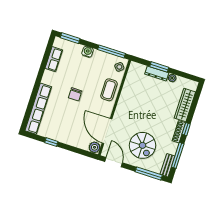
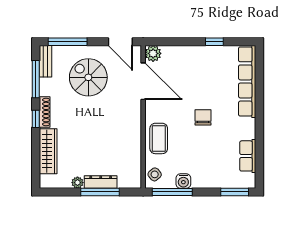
water cooler: (88, 52) -> (183, 181), moved
window: (159, 67) -> (100, 192), width x1.44

